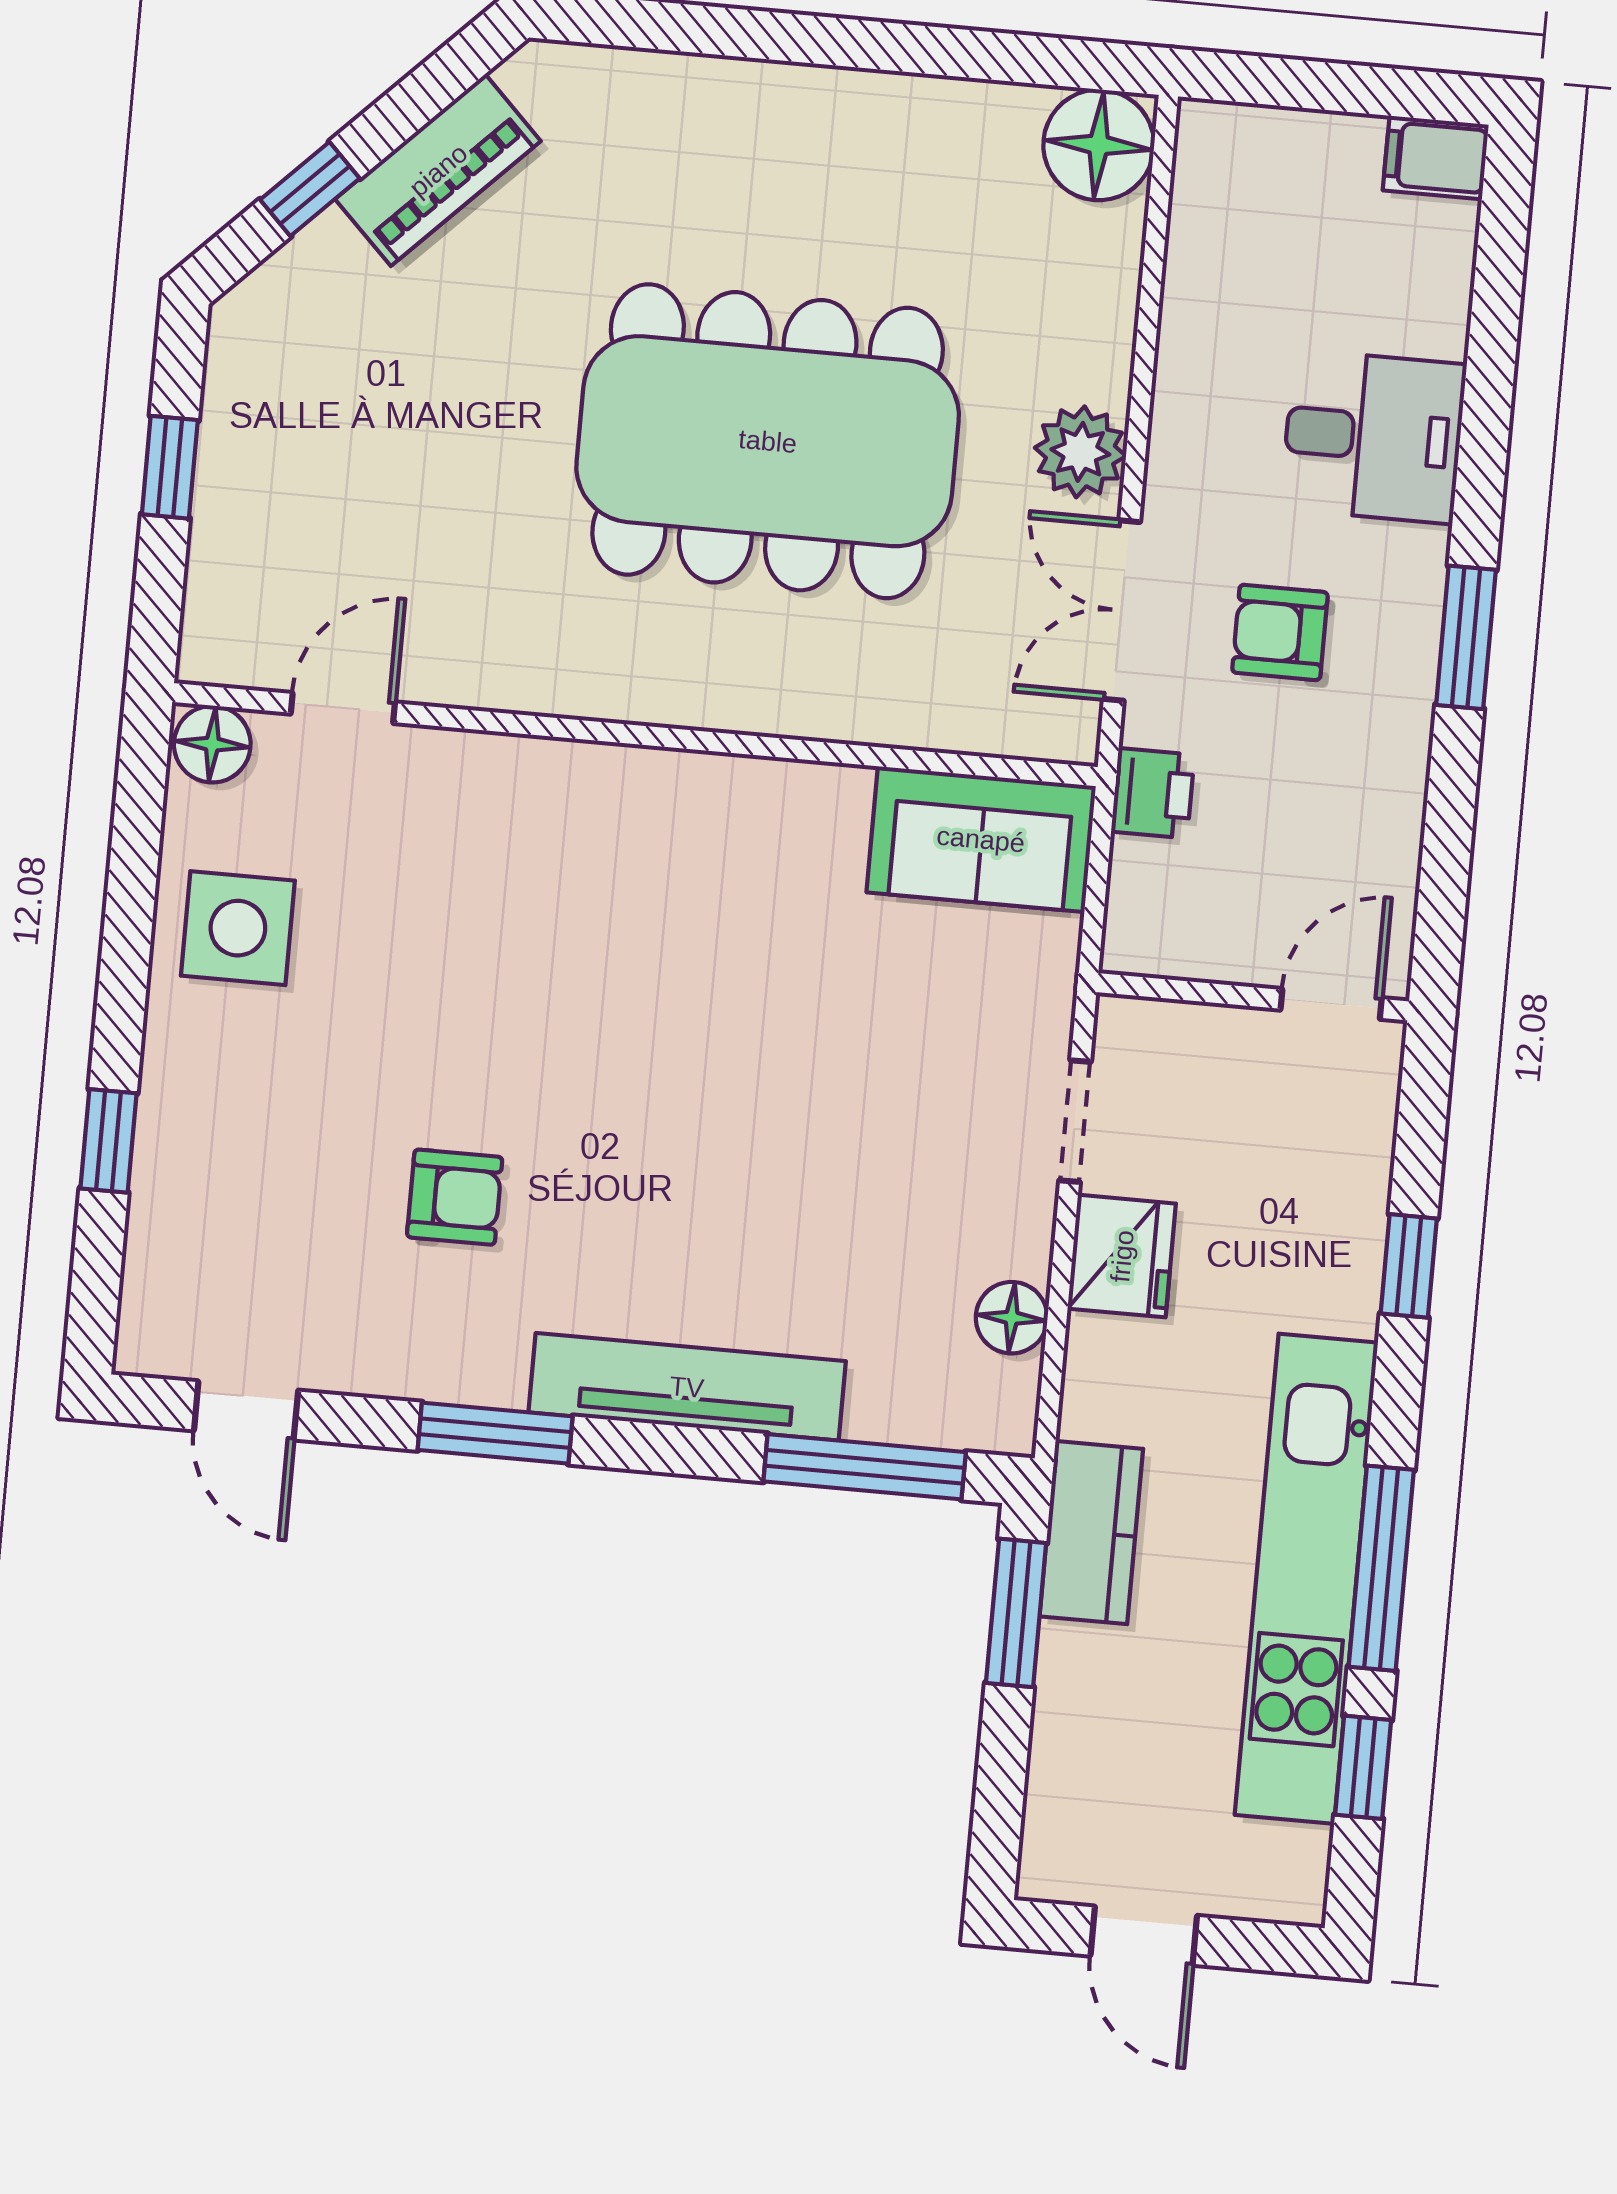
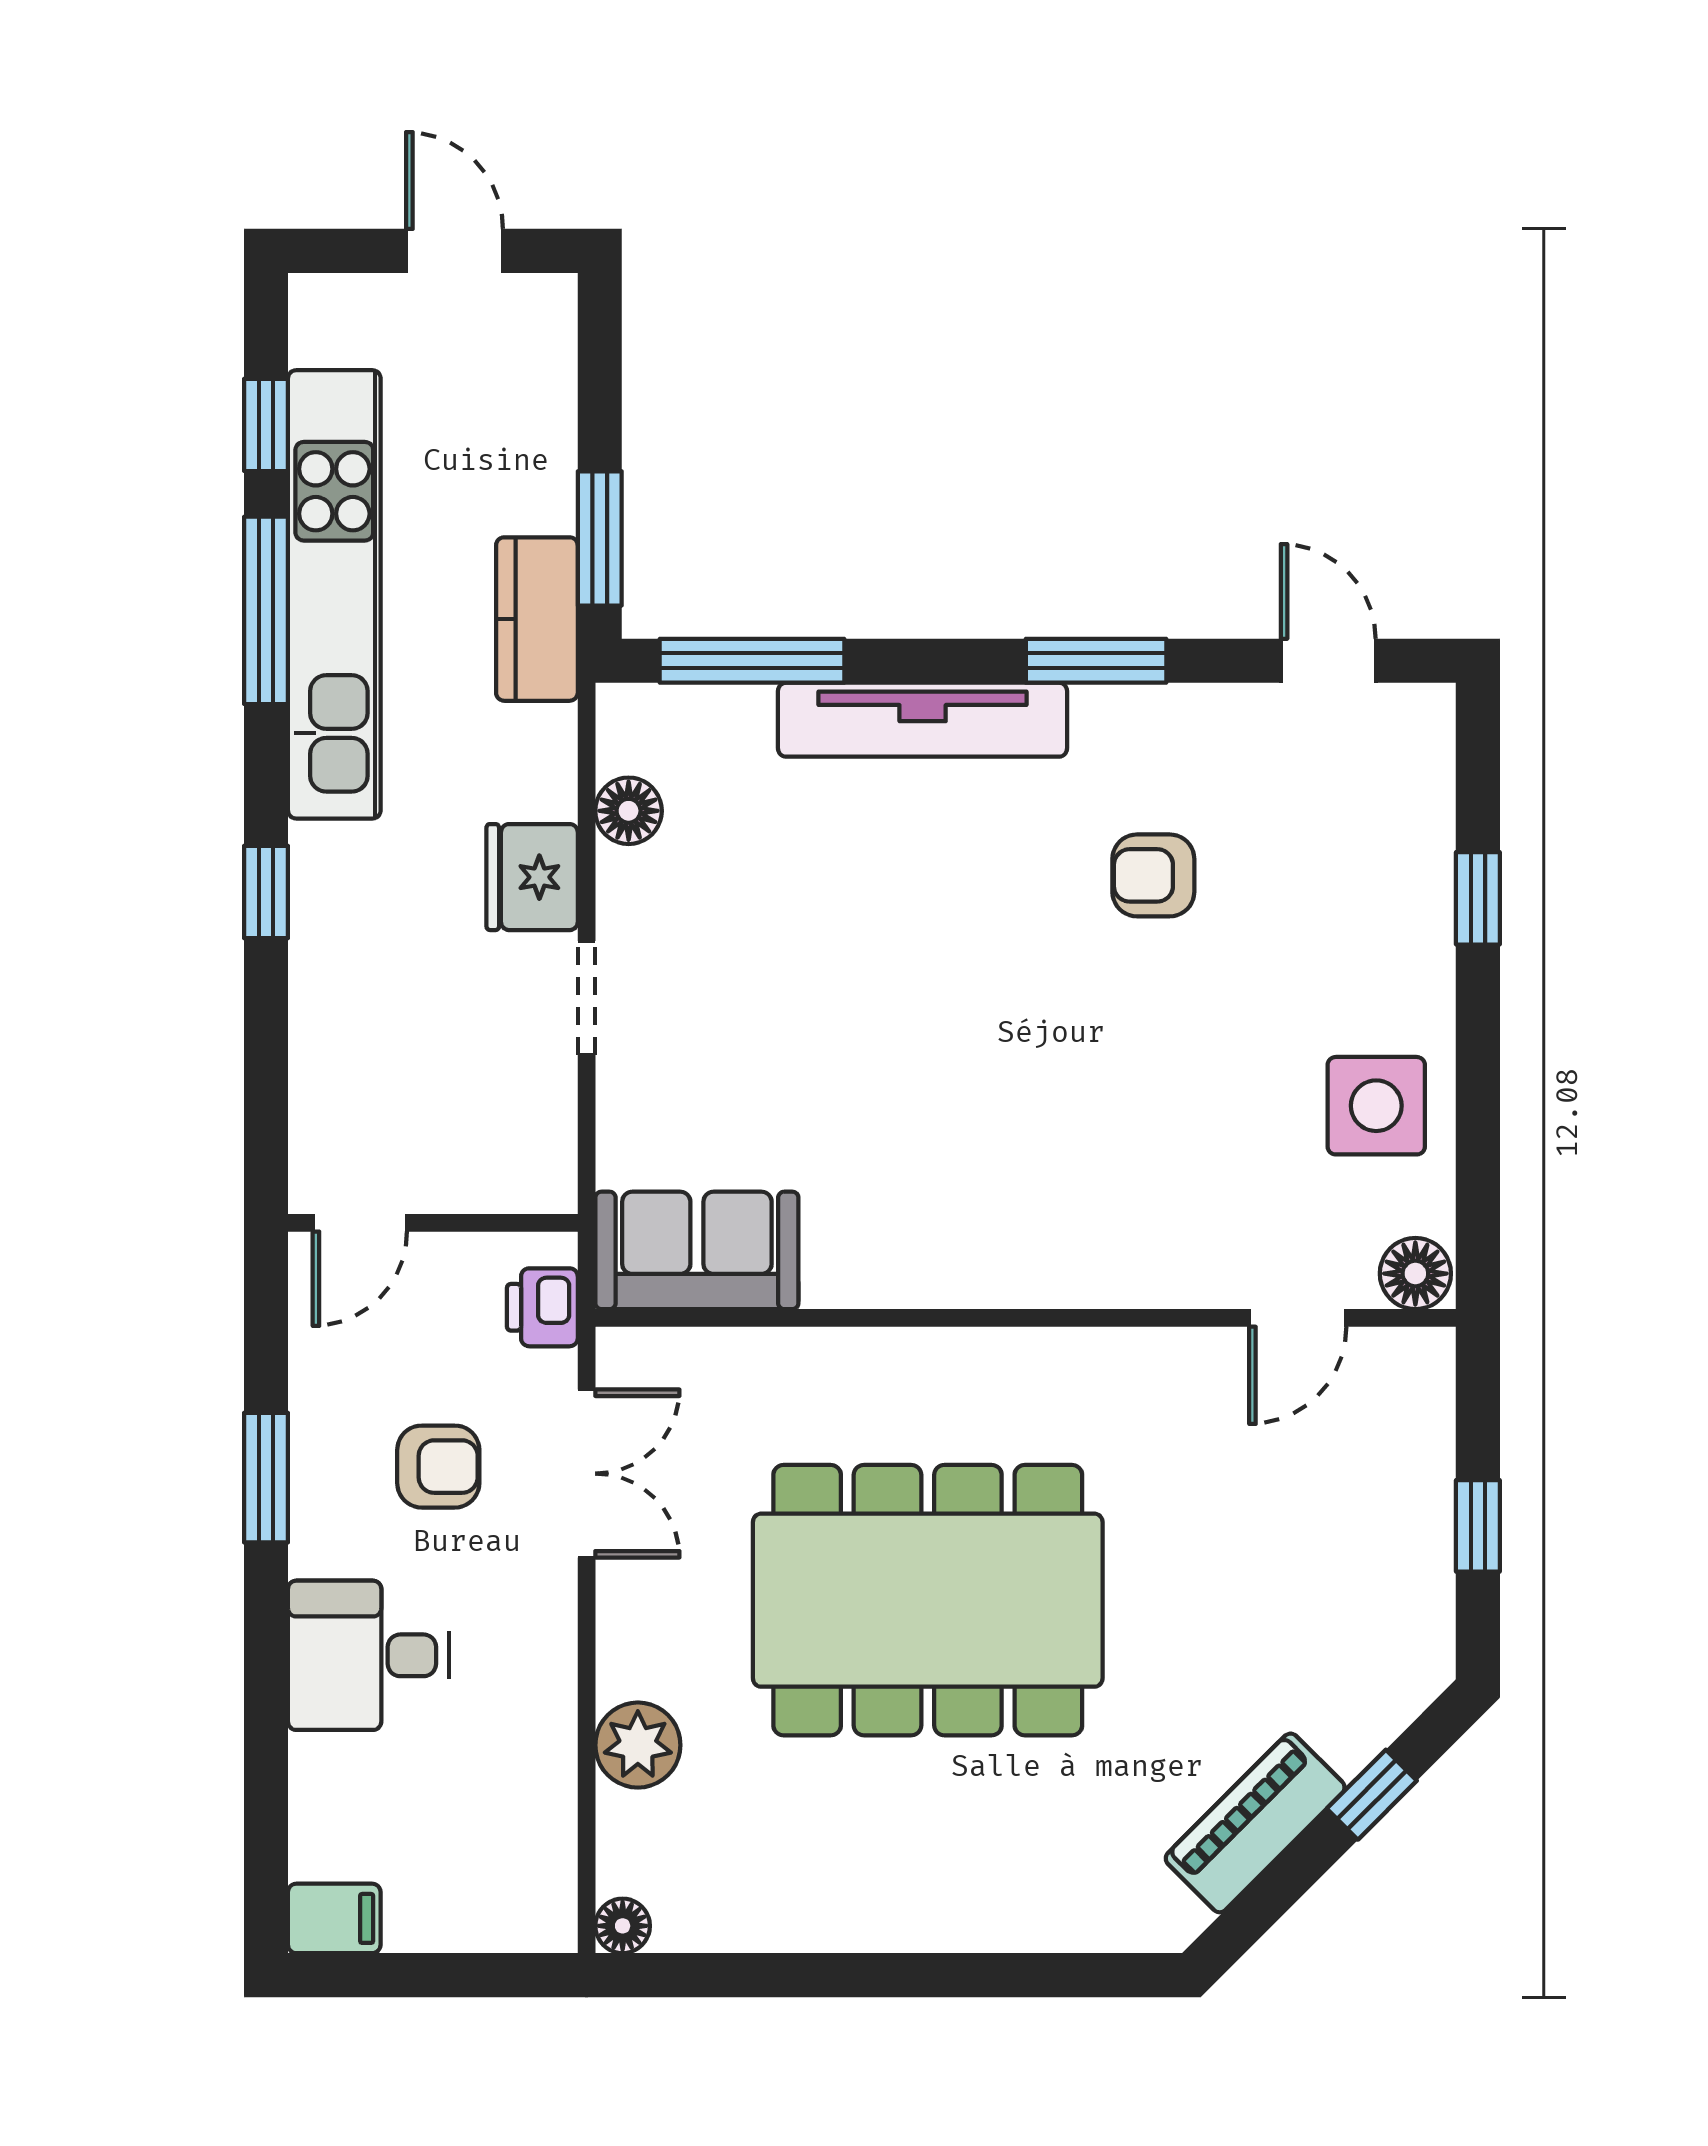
floor lamp: (1099, 145) -> (623, 1926), width x0.53, depth x0.53
plant: (1080, 452) -> (638, 1745), moved
wall: (1253, 997) -> (433, 1223), moved
door: (1331, 1004) -> (360, 1223), moved

